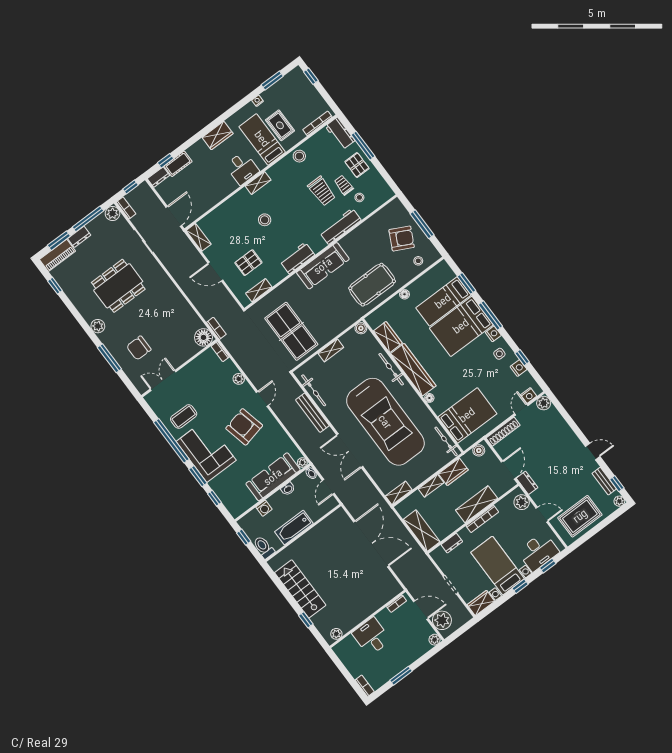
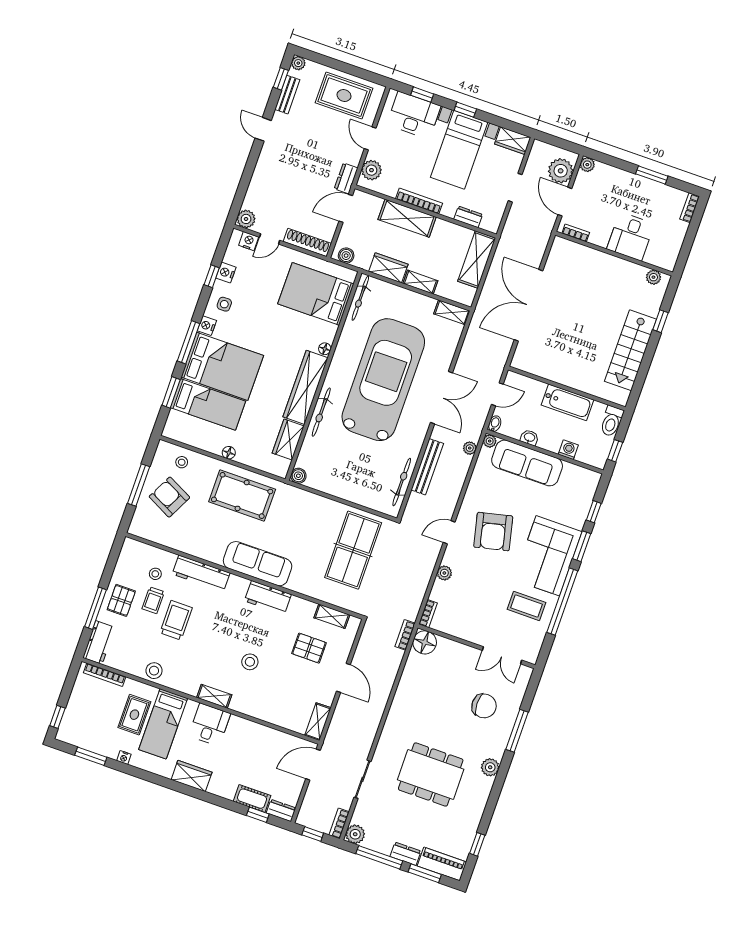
shelving: (331, 350) -> (345, 492), removed
plant: (306, 447) -> (470, 448), added

